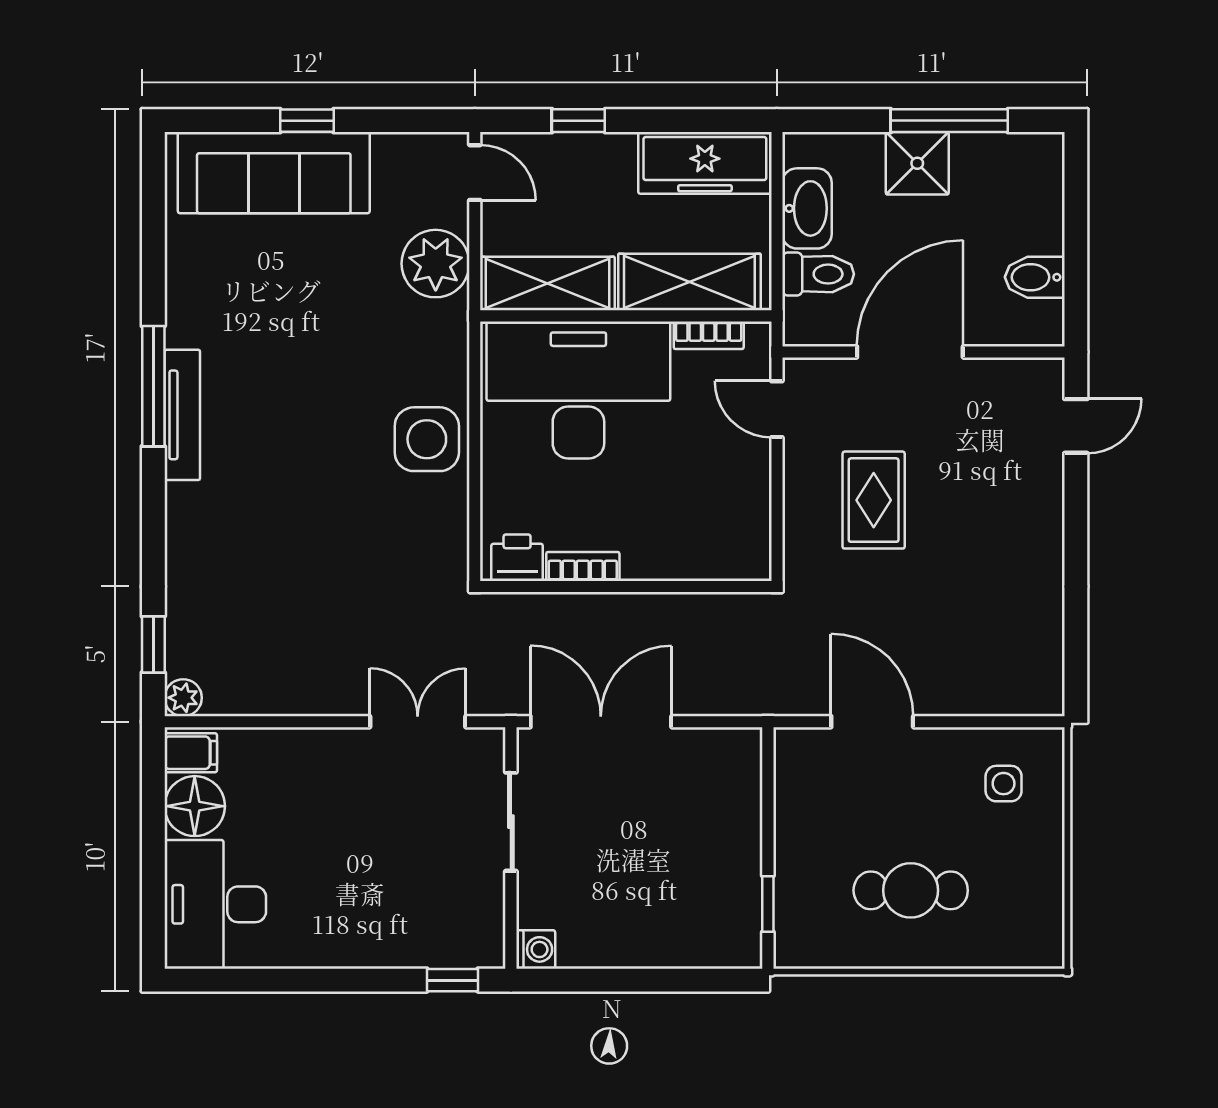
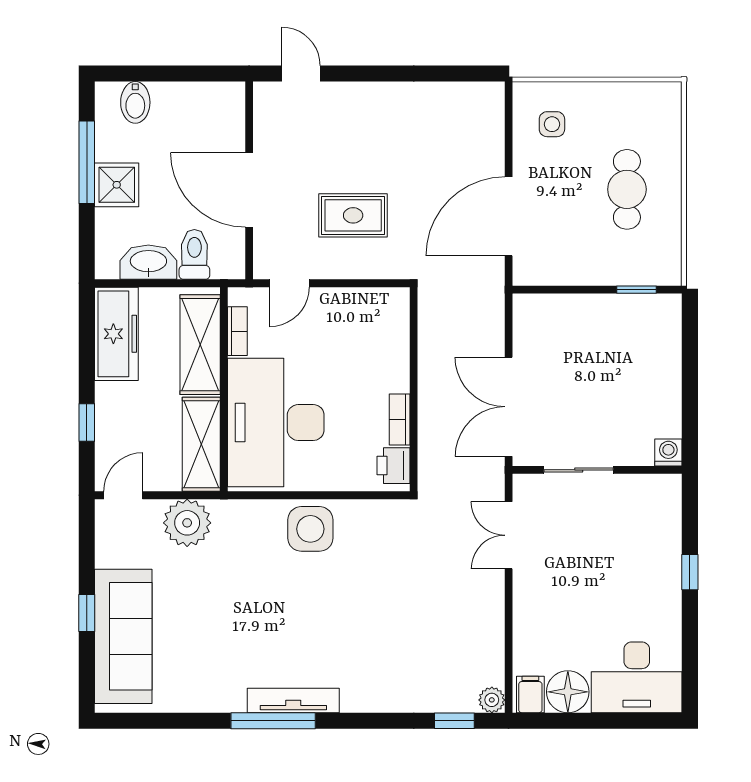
bidet: (1035, 277) -> (135, 102), moved
door: (872, 722) -> (509, 216), width x1.36
window: (452, 980) -> (690, 572), moved

